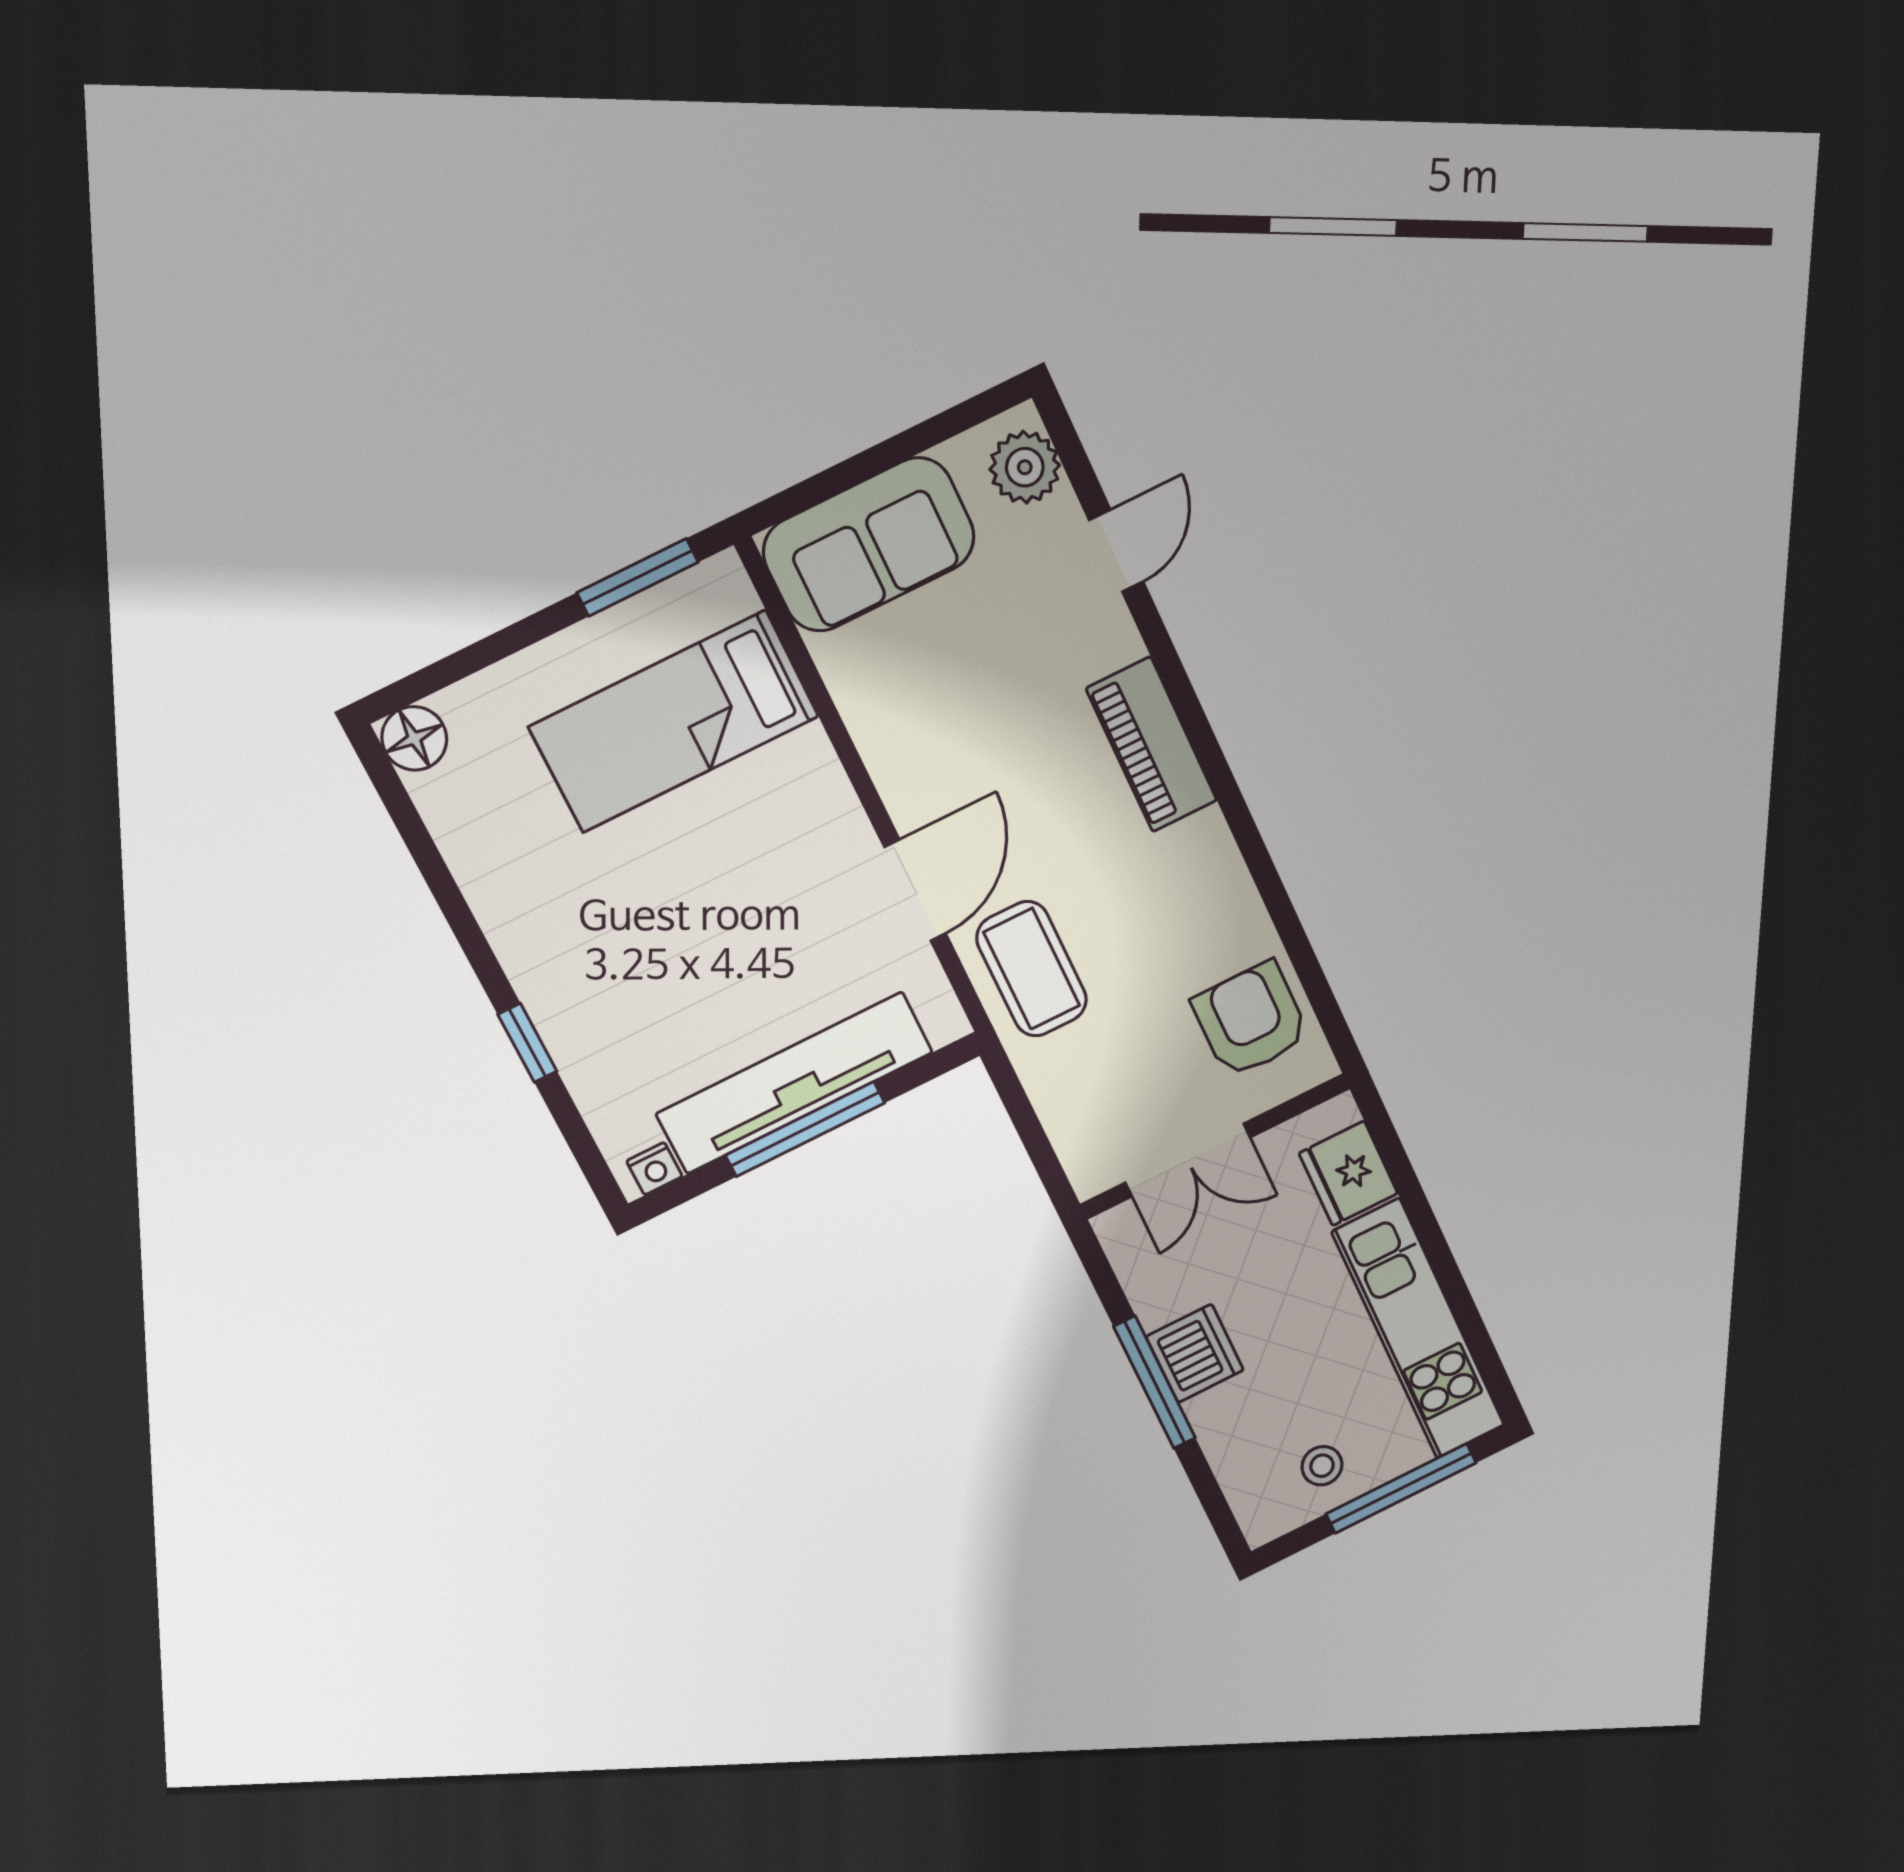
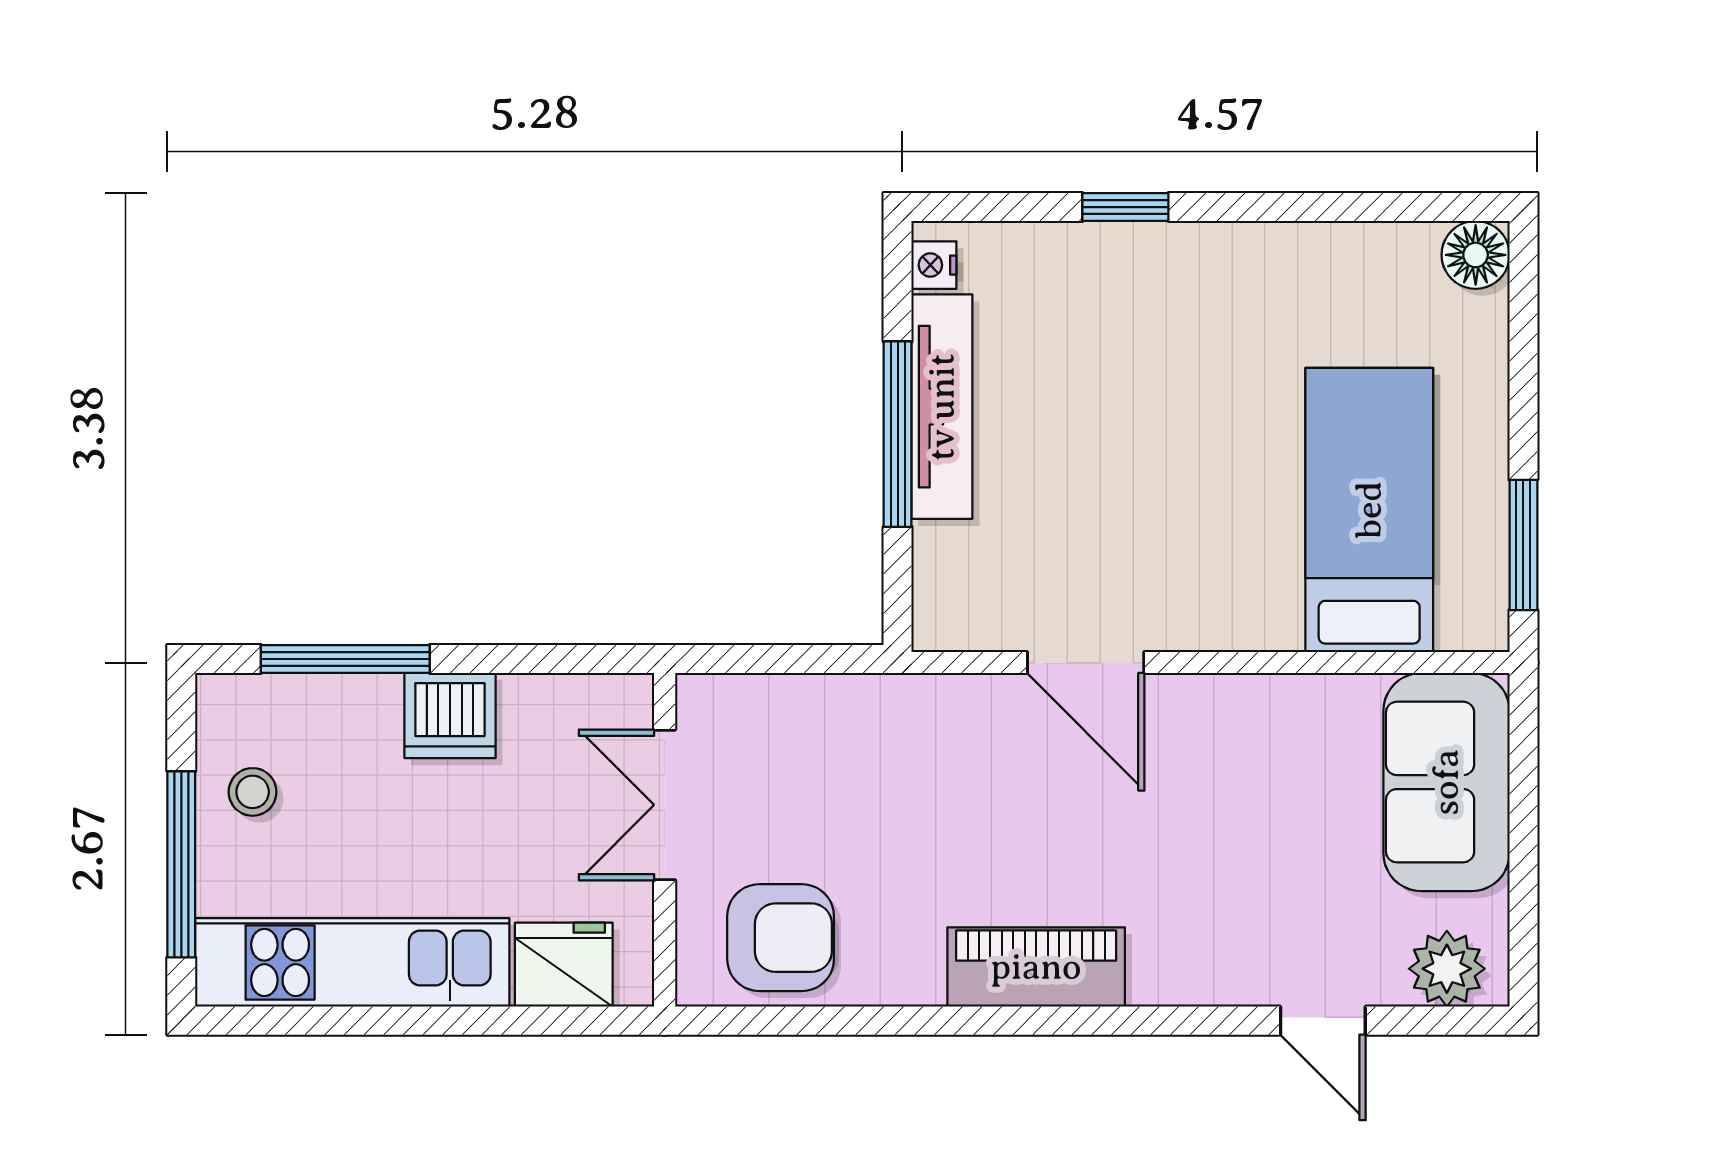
piano: (1152, 745) -> (1036, 967), moved
coffee table: (1032, 969) -> (947, 740), removed
tv unit: (794, 1083) -> (942, 407), width x0.73, depth x0.78
window: (1155, 1382) -> (345, 659), moved

